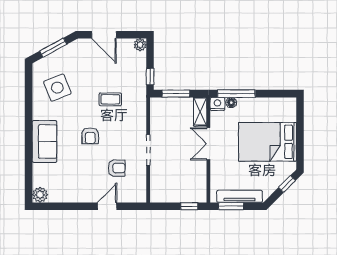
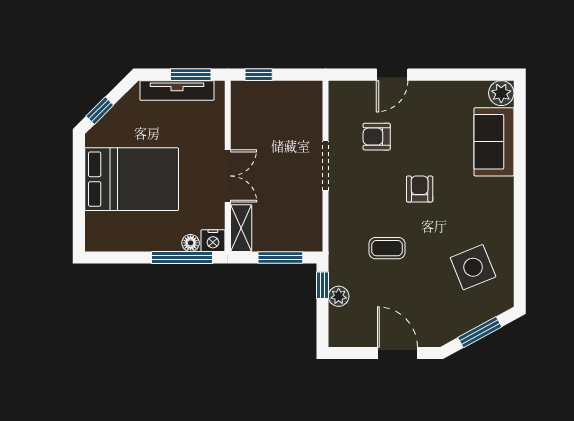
plant: (140, 45) -> (339, 296), moved
sofa: (44, 142) -> (494, 142), moved

